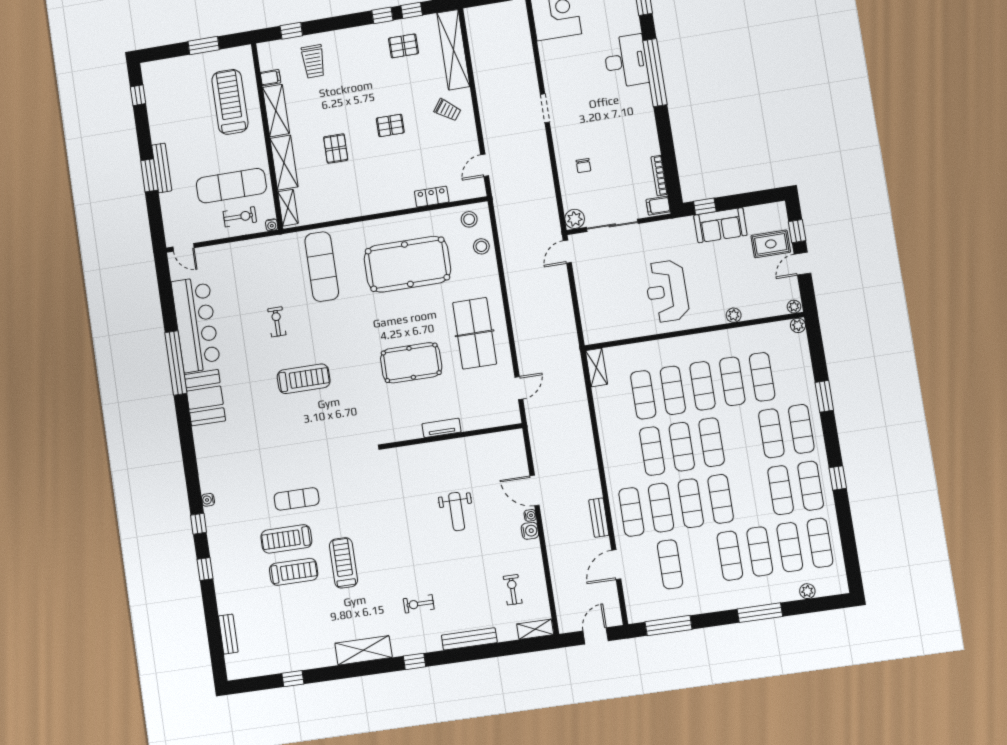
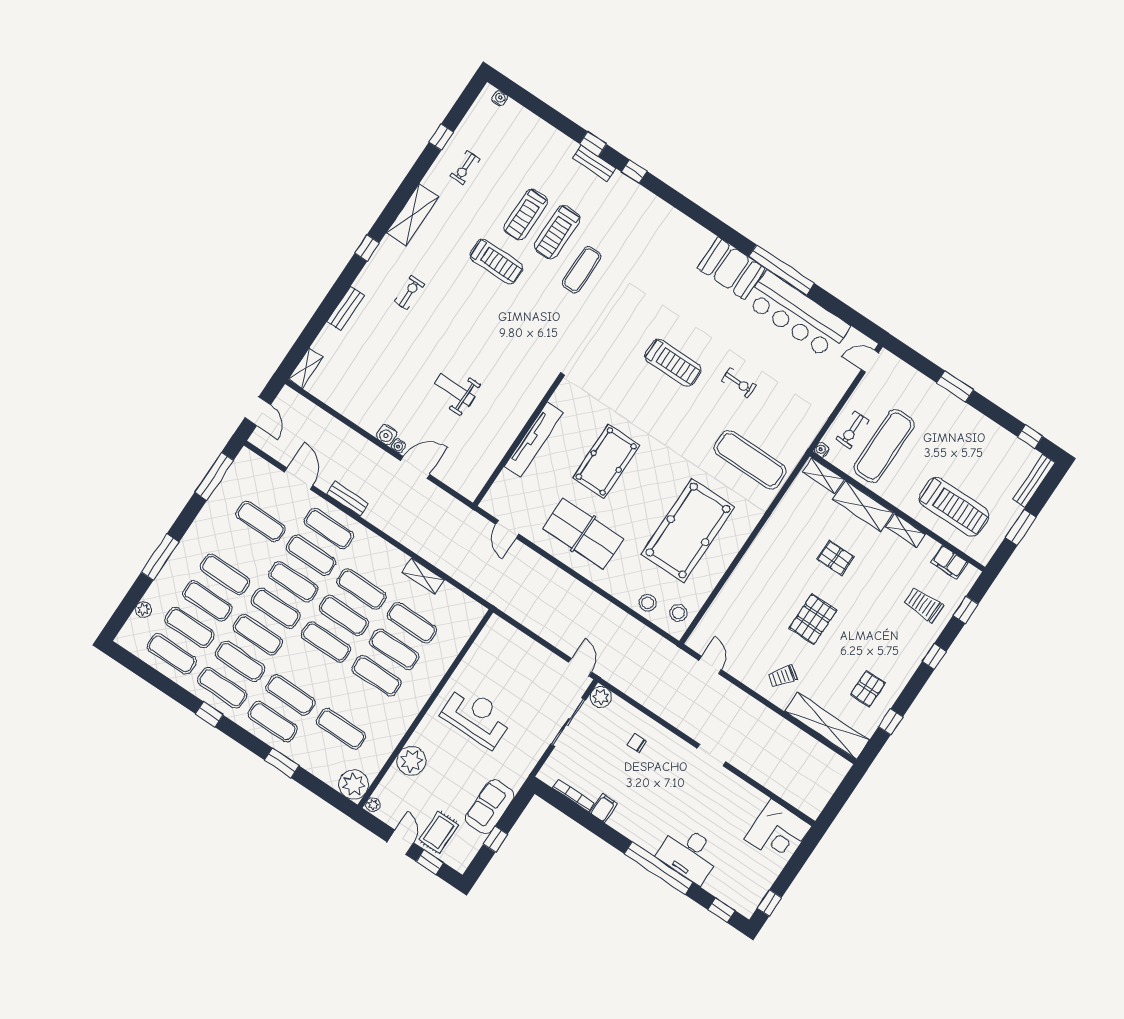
window: (382, 15) -> (934, 657), moved
filing cabinet: (270, 78) -> (949, 562), width x2.00
shelving: (276, 111) -> (906, 530), width x0.67, depth x0.75
pallet: (390, 125) -> (813, 619), width x1.50, depth x1.42
bench: (162, 168) -> (1034, 481), moved, turned 90
locker: (432, 197) -> (724, 600), removed
filing cabinet: (658, 206) -> (603, 808), moved
window: (705, 206) -> (495, 839), moved
plant: (734, 315) -> (411, 761), width x1.88, depth x1.88
plant: (798, 325) -> (354, 785), width x1.87, depth x1.87
shelving: (596, 367) -> (423, 576), moved
treadmill: (304, 379) -> (673, 363), turned -90
exercise mat: (732, 381) -> (258, 635), moved
tv unit: (441, 428) -> (534, 440), width x1.92, depth x1.29
water cooler: (208, 500) -> (500, 98), moved
treadmill: (286, 539) -> (557, 232), turned 180
exercise bike: (513, 590) -> (465, 168), moved, turned 90
bench: (228, 634) -> (594, 163), moved
bench: (469, 639) -> (345, 308), width x0.73

